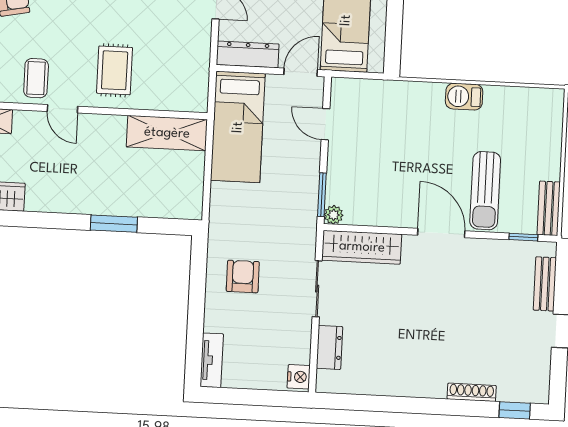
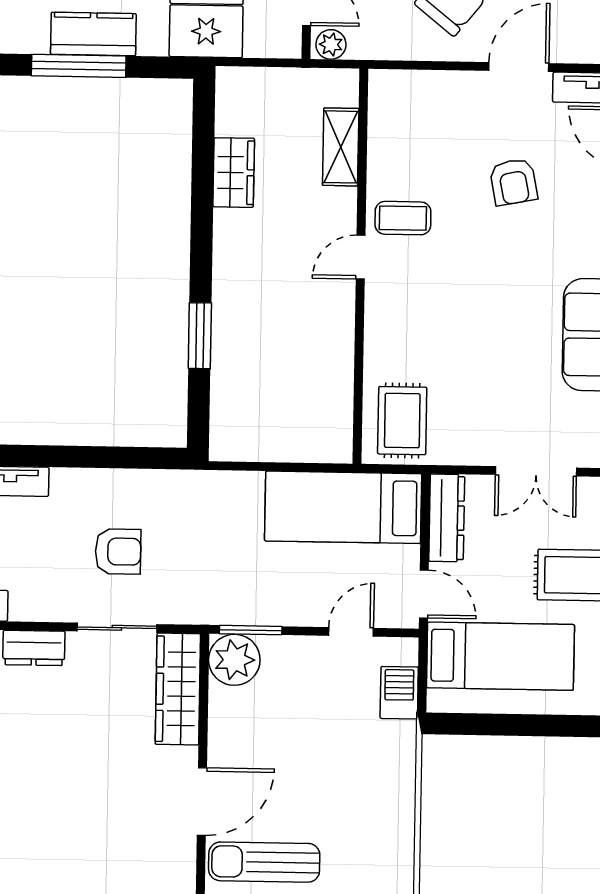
rug: (115, 70) -> (402, 421), moved, turned 90
barbecue: (464, 97) -> (399, 693), moved
shelving: (167, 133) -> (331, 407), removed
plant: (334, 215) -> (234, 660), width x1.87, depth x1.87
armchair: (243, 277) -> (118, 552), moved

